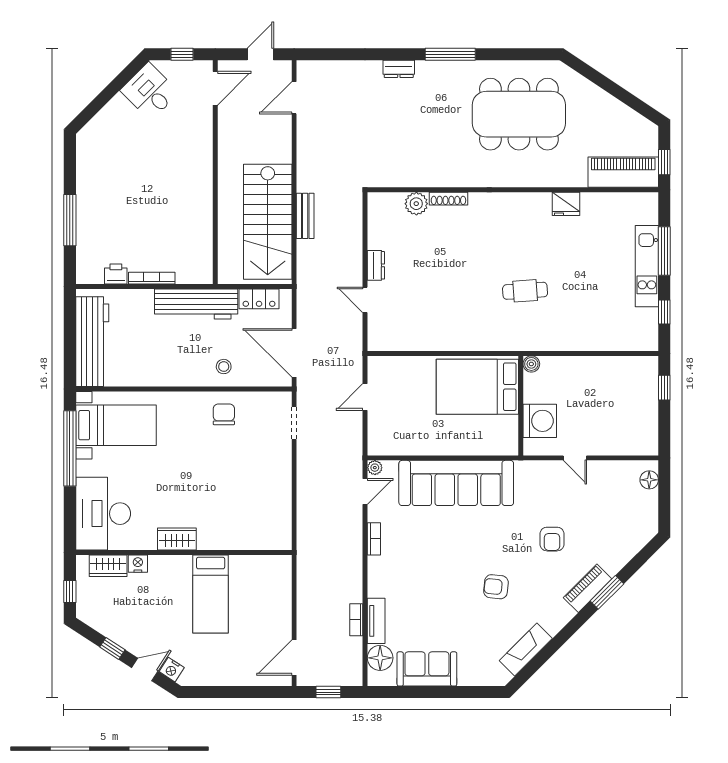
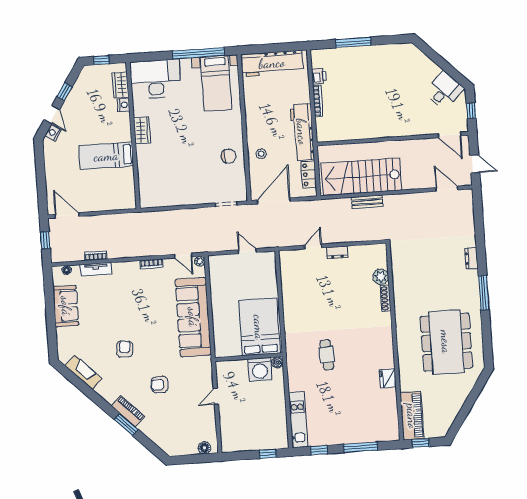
kitchen unit: (647, 266) -> (298, 420), moved, turned 90
washing machine: (540, 421) -> (260, 369), moved
floor lamp: (380, 658) -> (67, 270), width x0.53, depth x0.53

